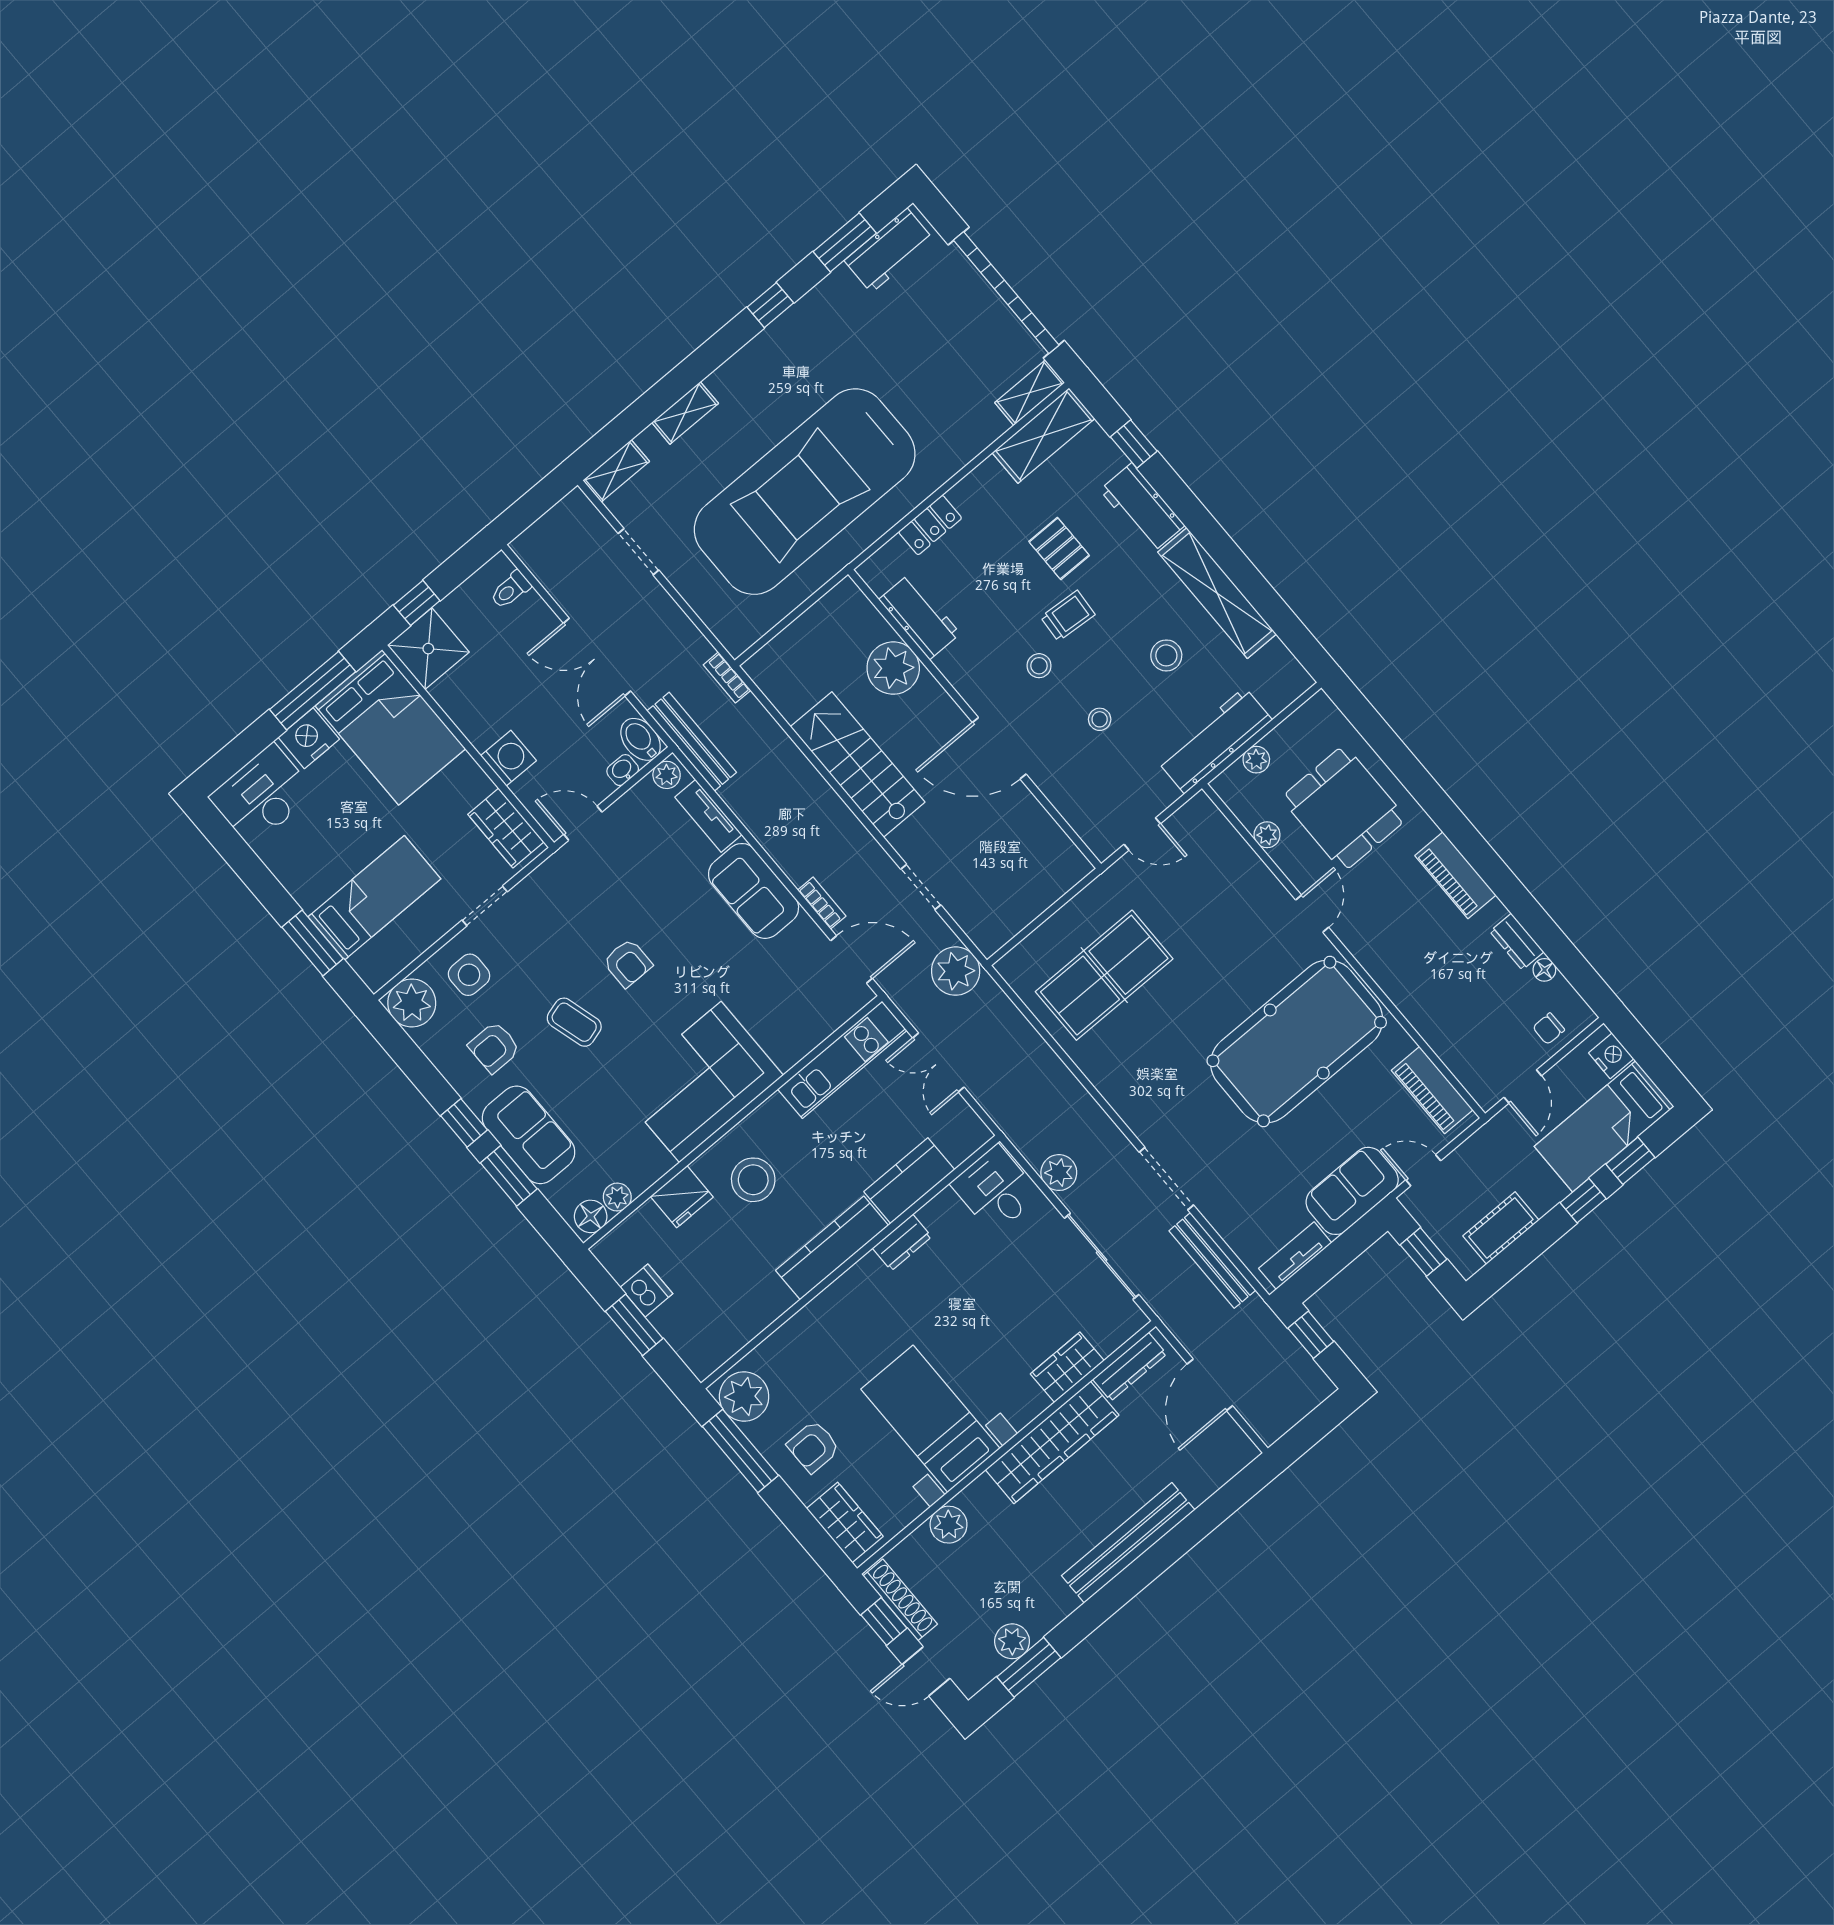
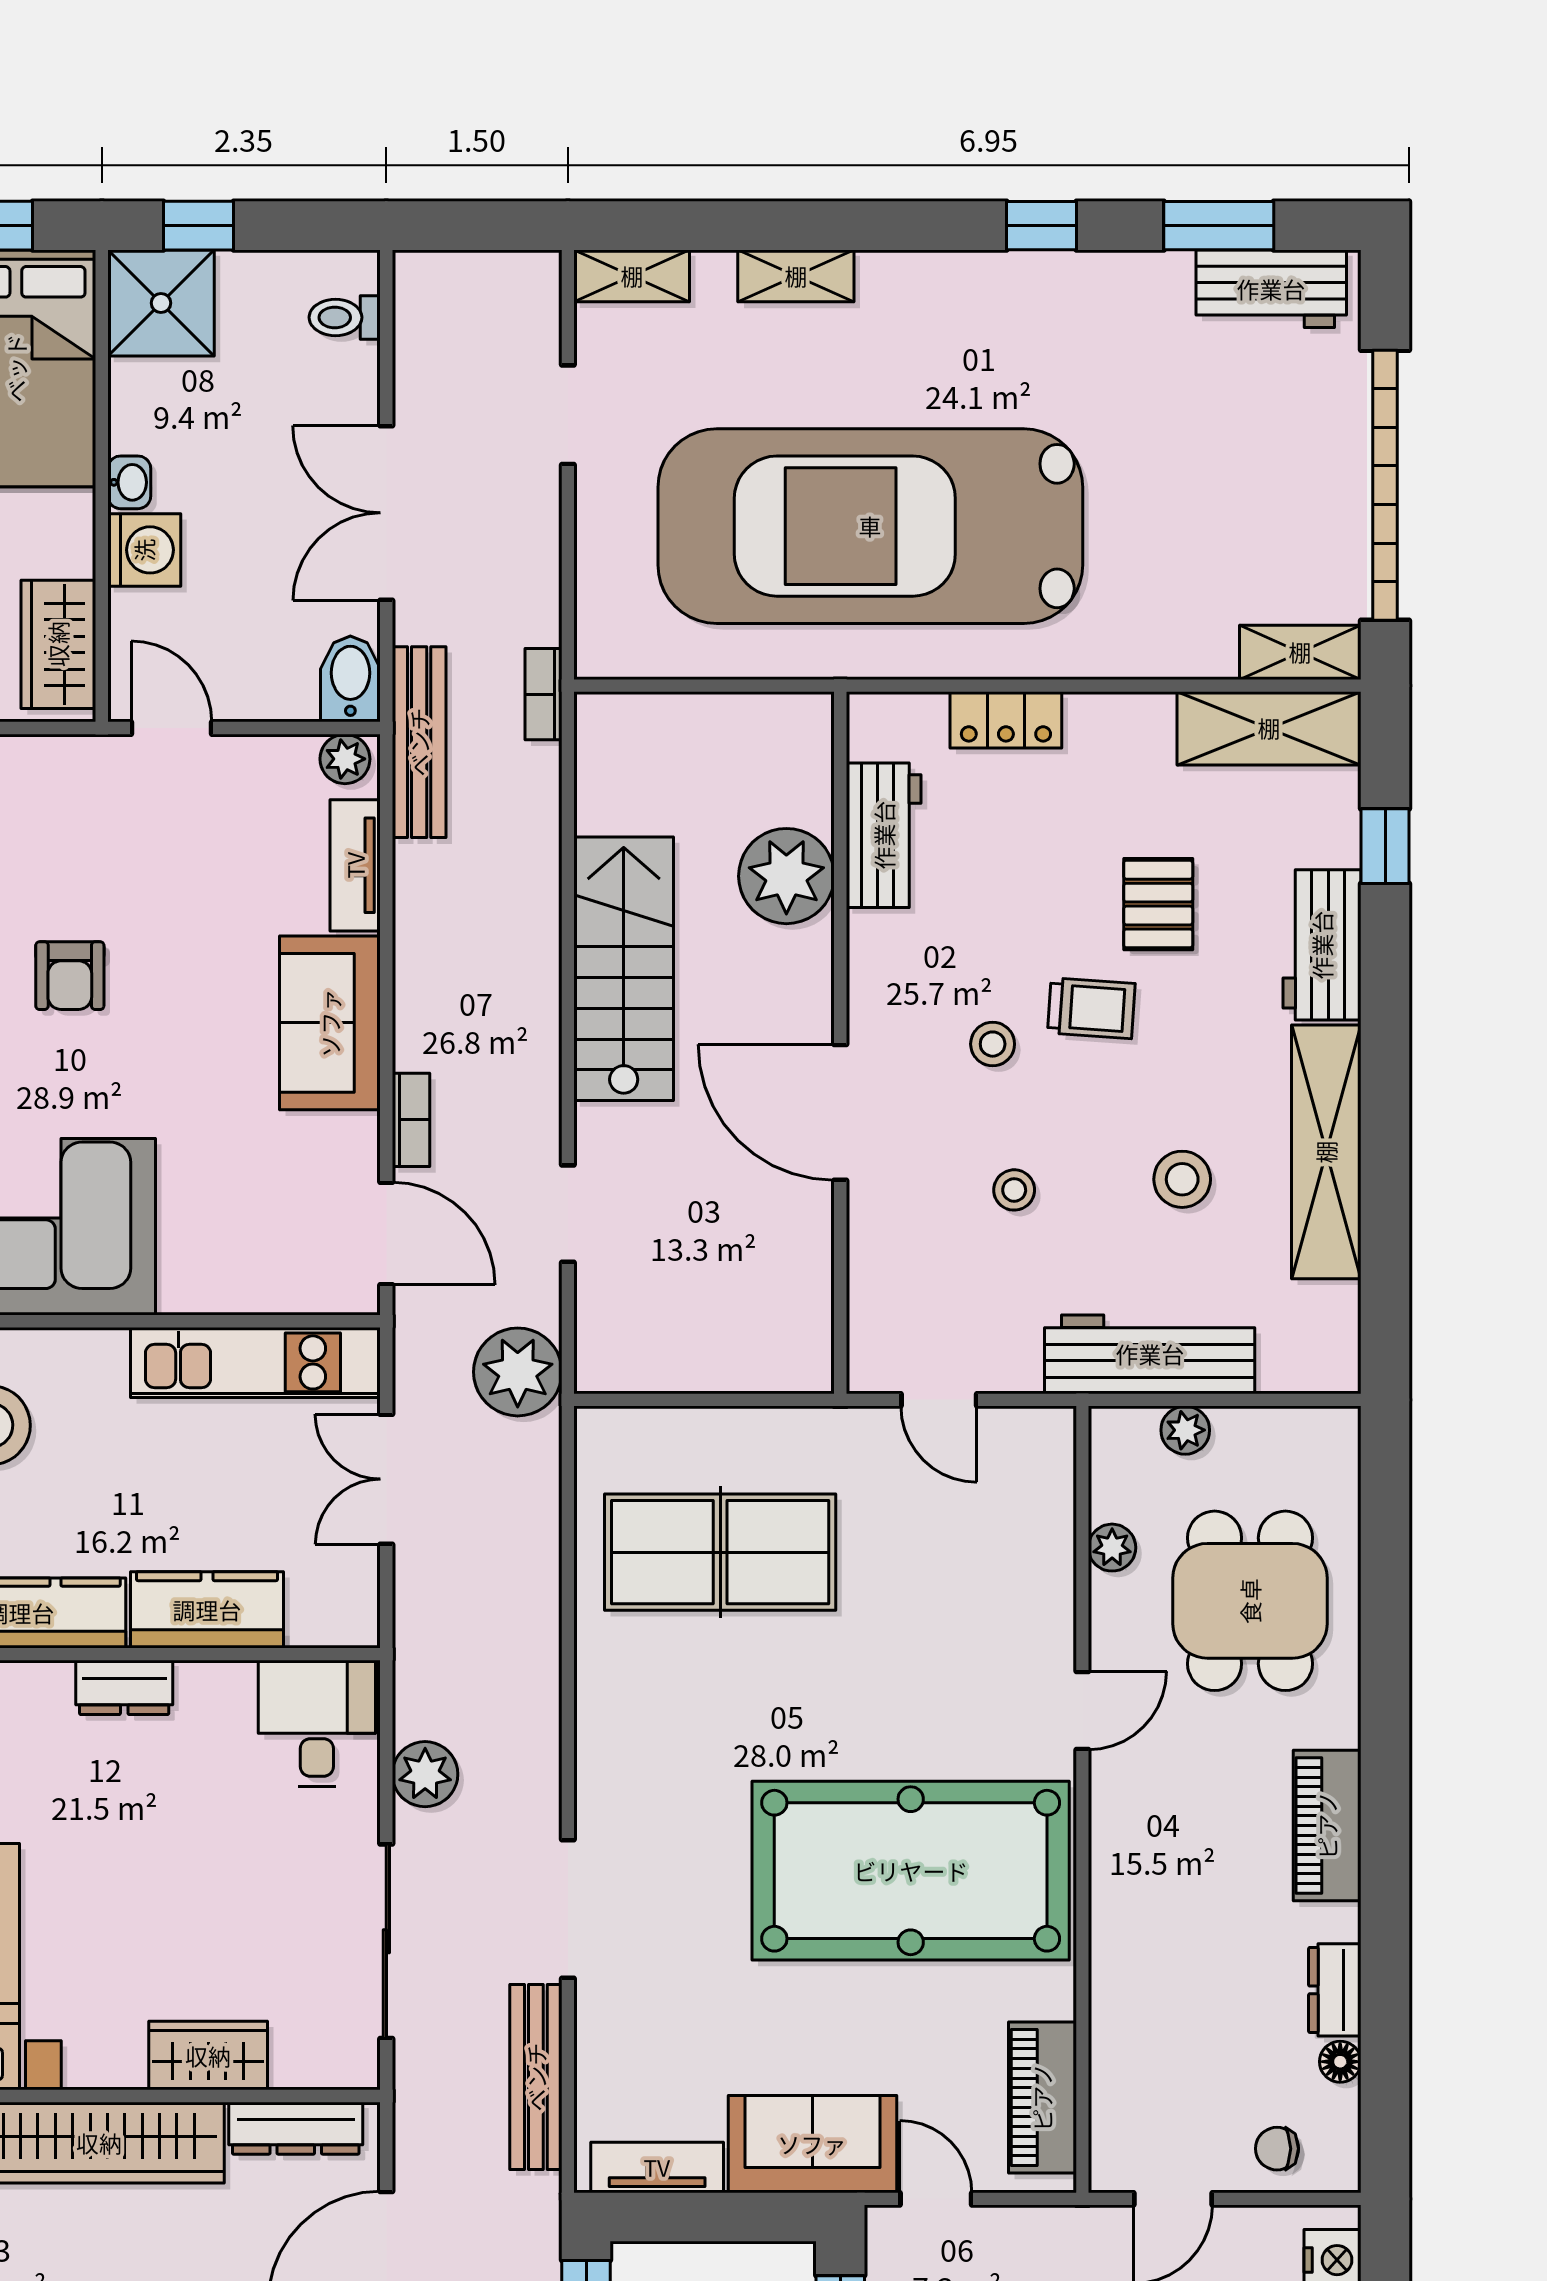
washbasin: (623, 770) -> (129, 482), moved, turned 90

